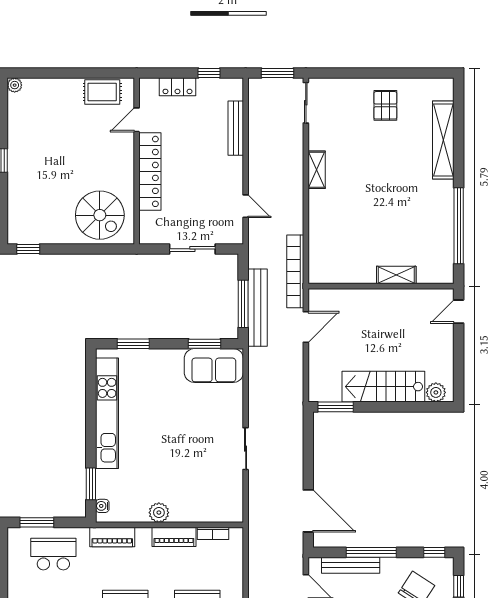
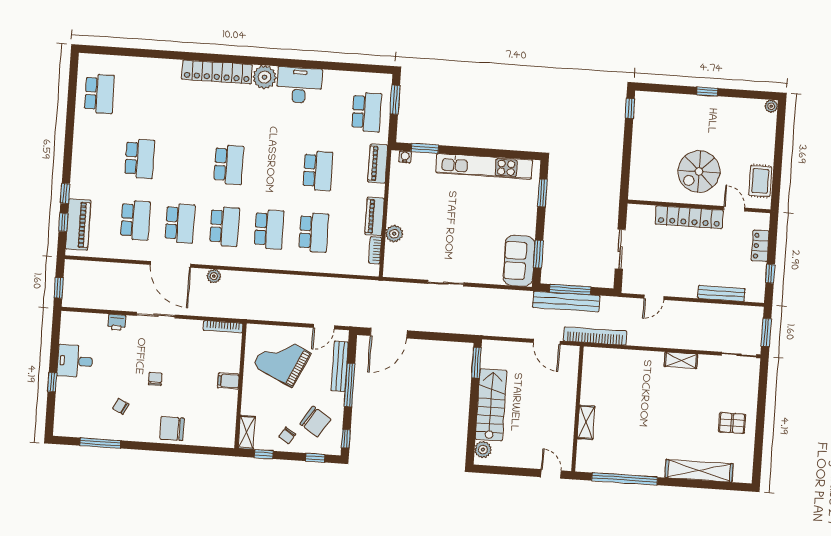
spiral stairs: (100, 215) -> (699, 171), moved
plant: (159, 513) -> (394, 234), moved

